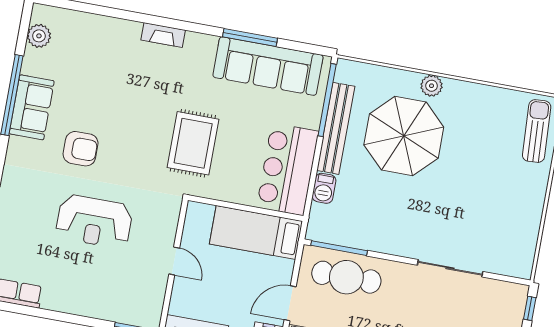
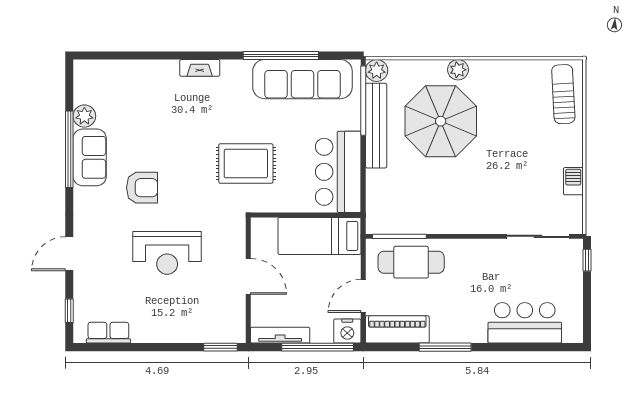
plant: (39, 36) -> (84, 116), moved
window: (250, 37) -> (281, 56), width x1.46
plant: (347, 71) -> (377, 70), added
rug: (193, 143) -> (246, 164), turned 90
barbecue: (324, 188) -> (573, 181), moved, turned 180
door: (174, 261) -> (248, 276), width x1.38
sliding door: (450, 268) -> (538, 236), moved

